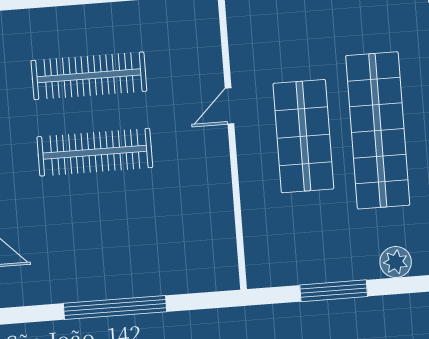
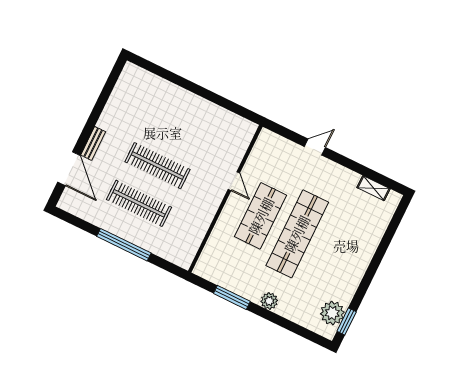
clothes rail: (89, 76) -> (139, 203), moved
door: (229, 106) -> (234, 181), swing flipped

